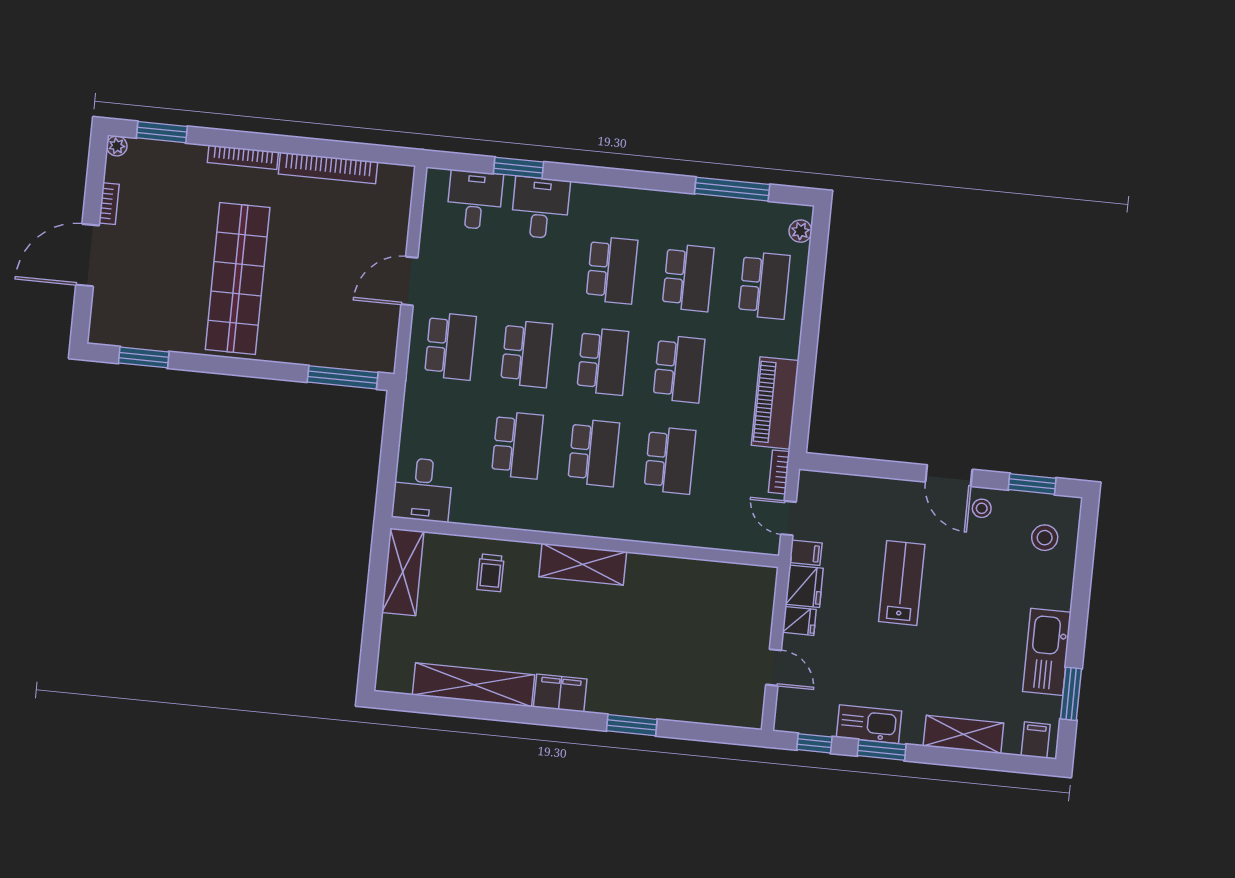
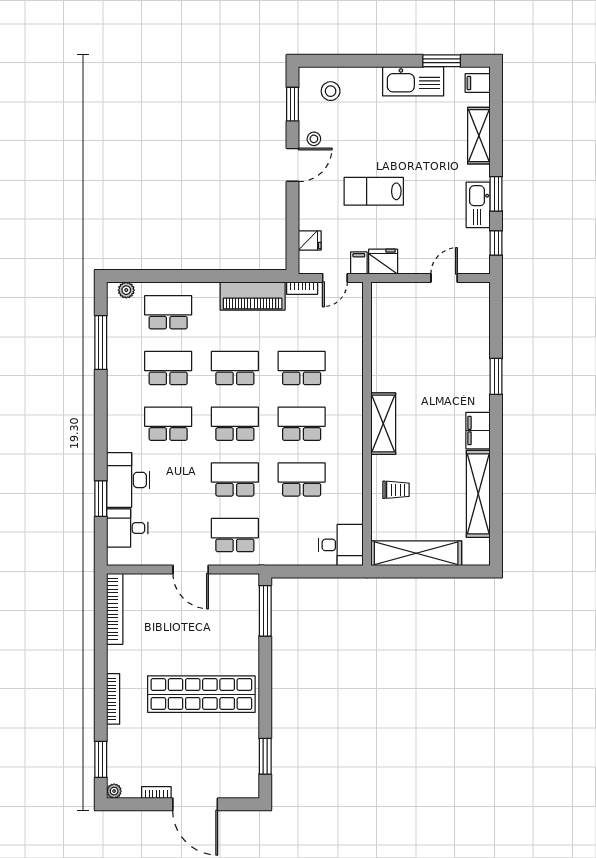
bookcase: (328, 168) -> (115, 609), moved
desk: (540, 208) -> (128, 480), width x1.37
shelving: (403, 572) -> (416, 553), width x1.47
fridge: (799, 621) -> (310, 241), moved, turned 90

